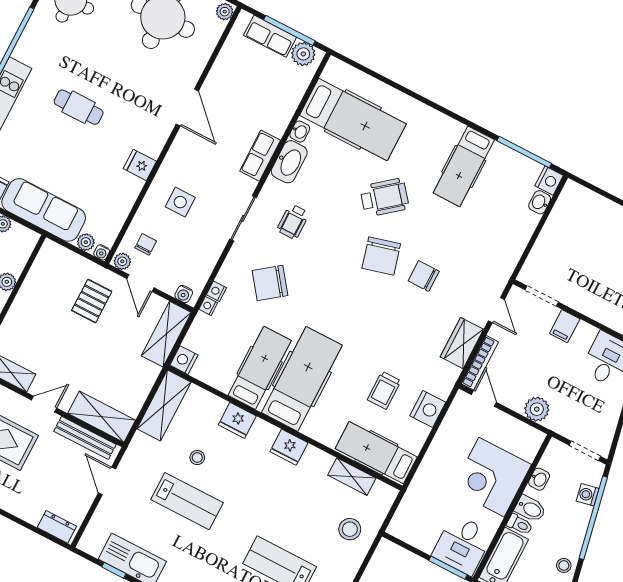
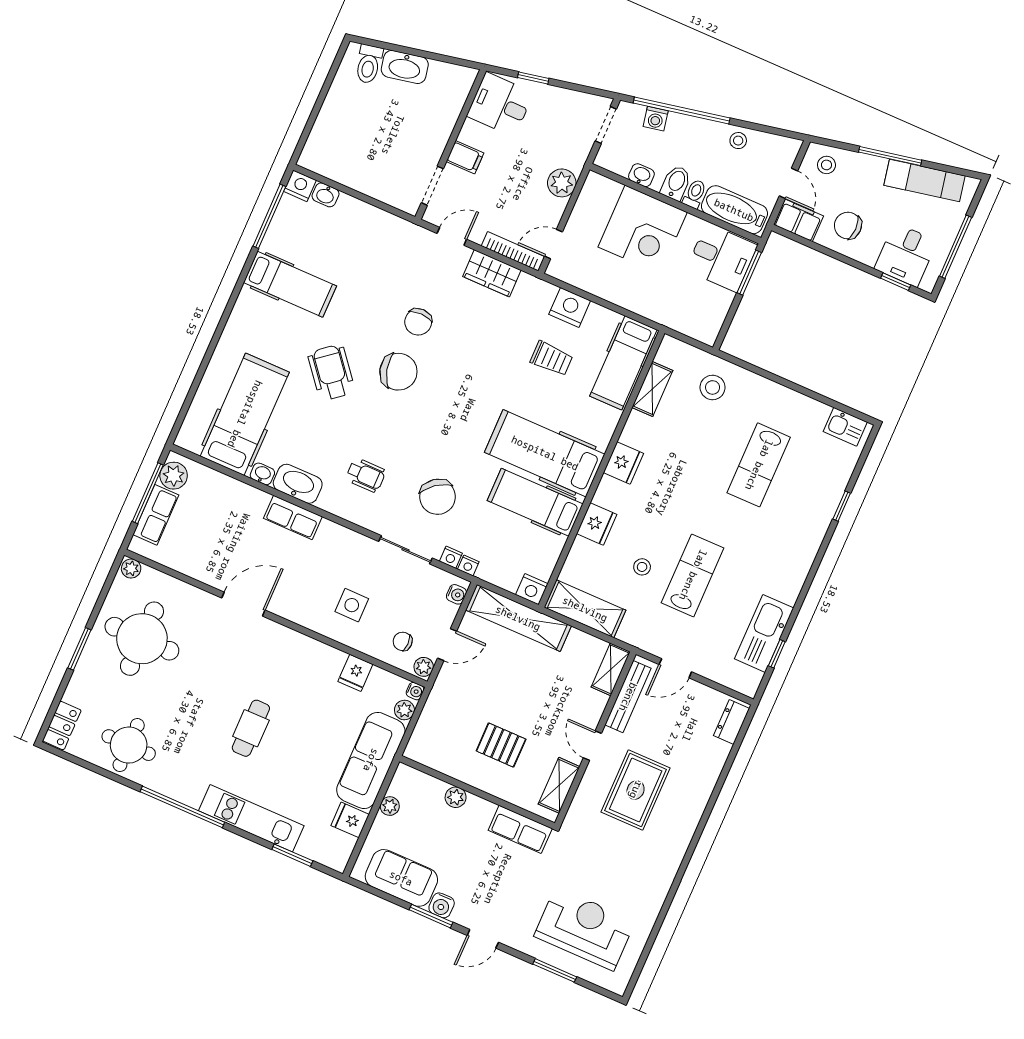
fridge: (140, 165) -> (355, 673), moved
sliding door: (243, 218) -> (405, 550), moved
pallet: (92, 301) -> (501, 745), moved
shelving: (166, 334) -> (518, 618), width x1.47
shelving: (102, 417) -> (611, 669), width x0.67, depth x0.75

